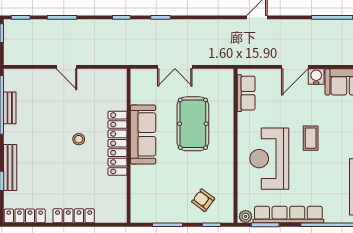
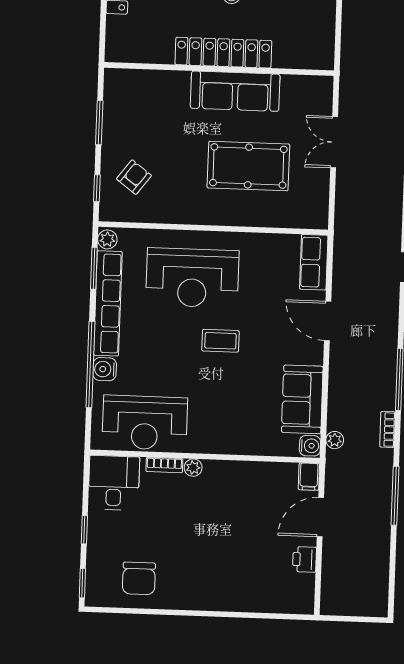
water cooler: (316, 77) -> (105, 369), moved, turned 180
row of seats: (246, 93) -> (314, 262), moved, turned 90
reception desk: (269, 159) -> (192, 278), turned 180

